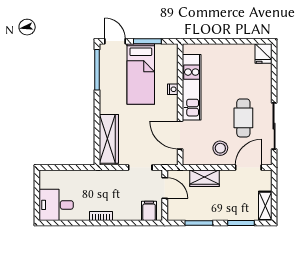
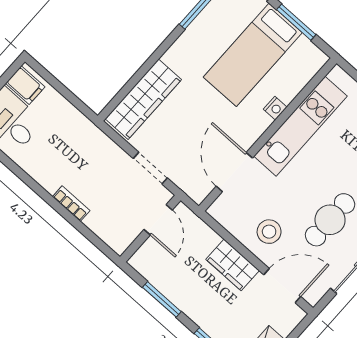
wardrobe: (204, 178) -> (233, 265), moved
filing cabinet: (149, 211) -> (25, 85), moved, turned 90
bookcase: (101, 216) -> (71, 204), moved

